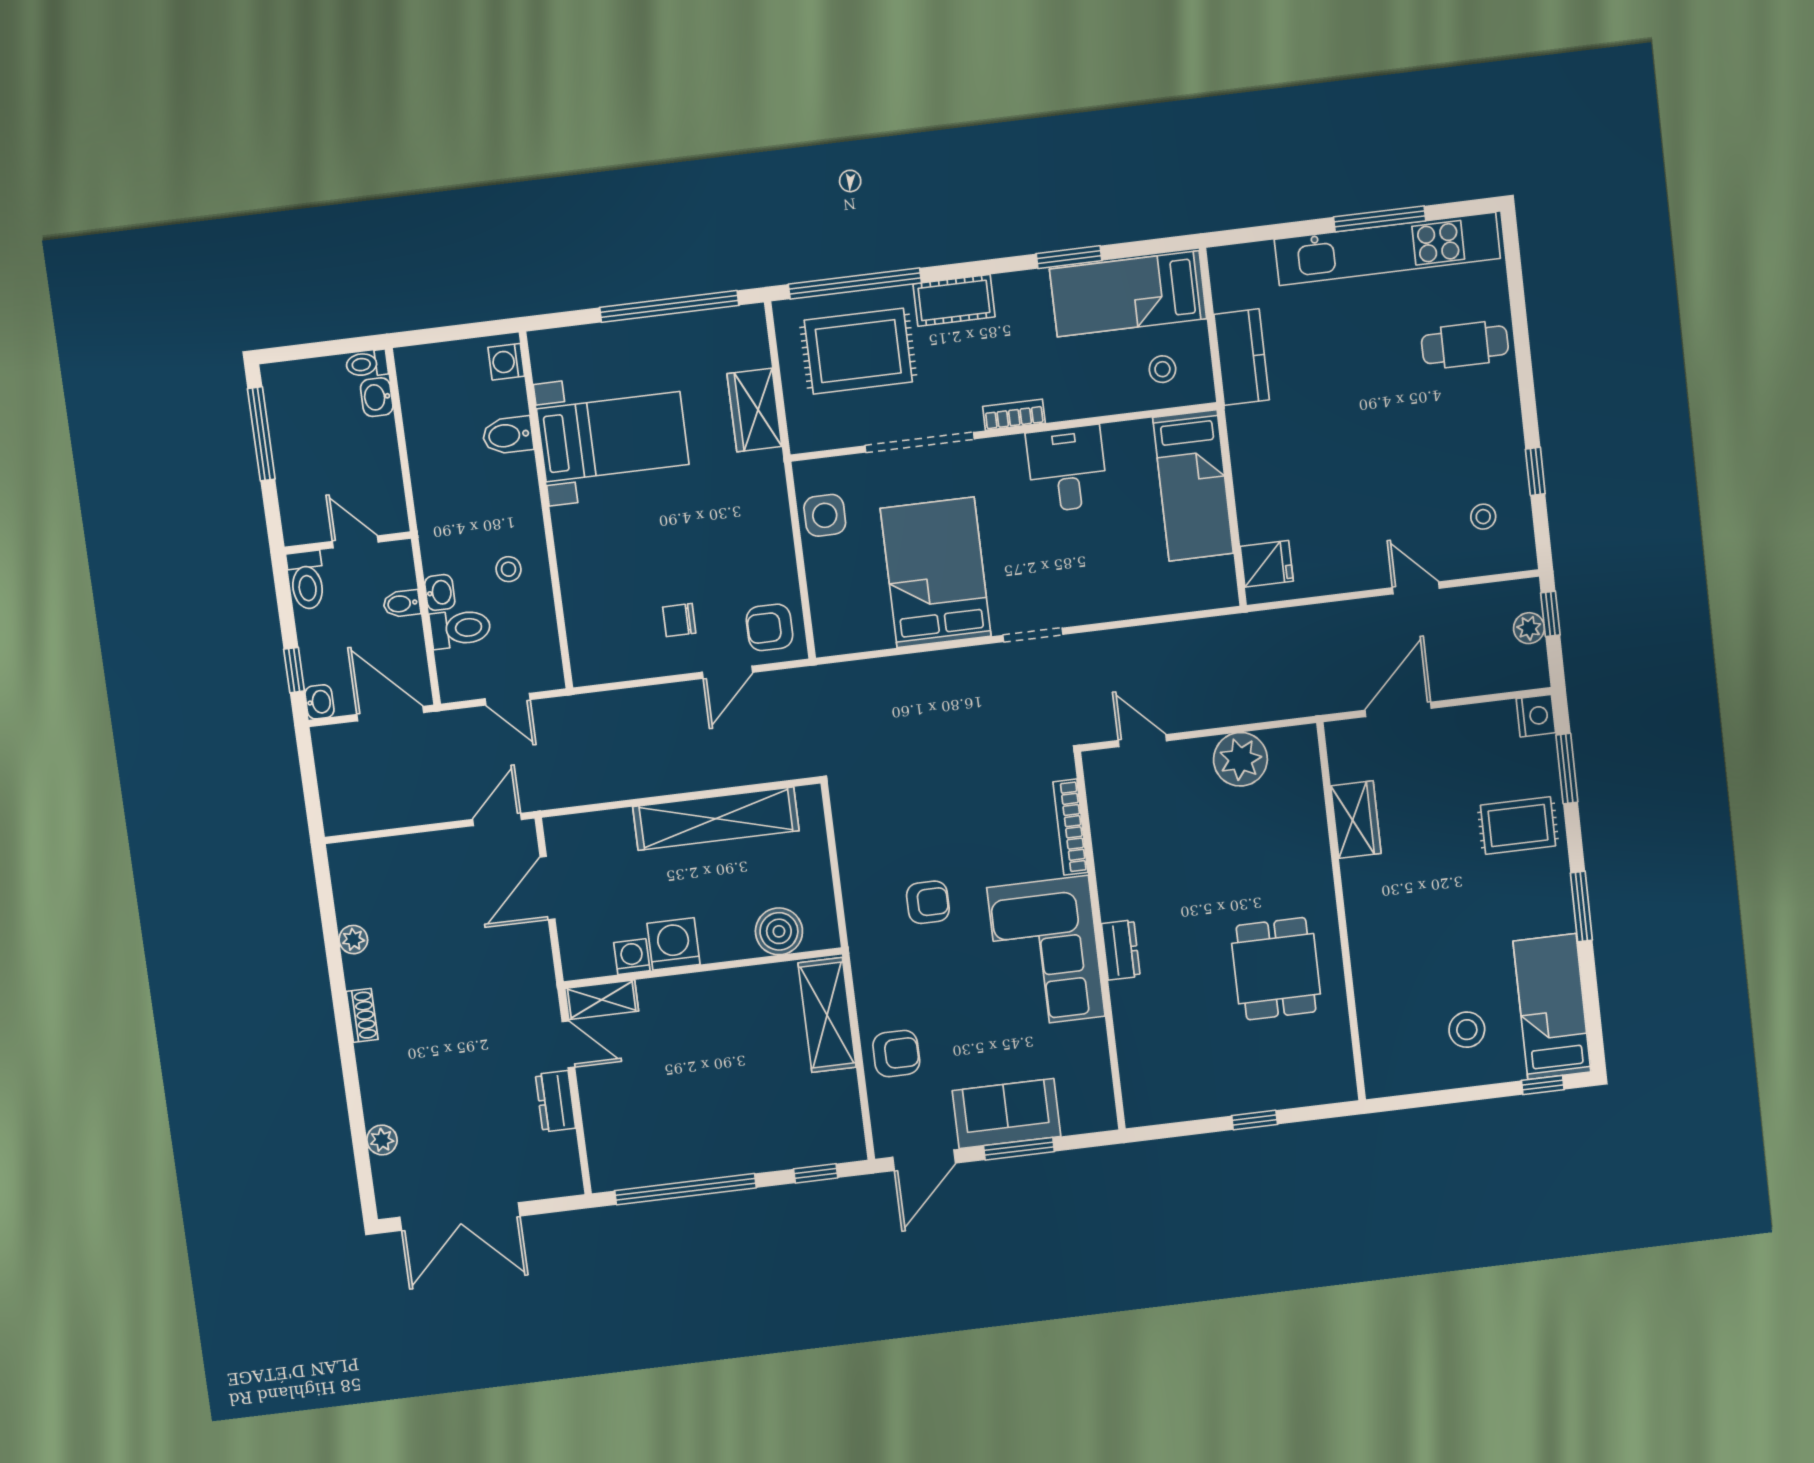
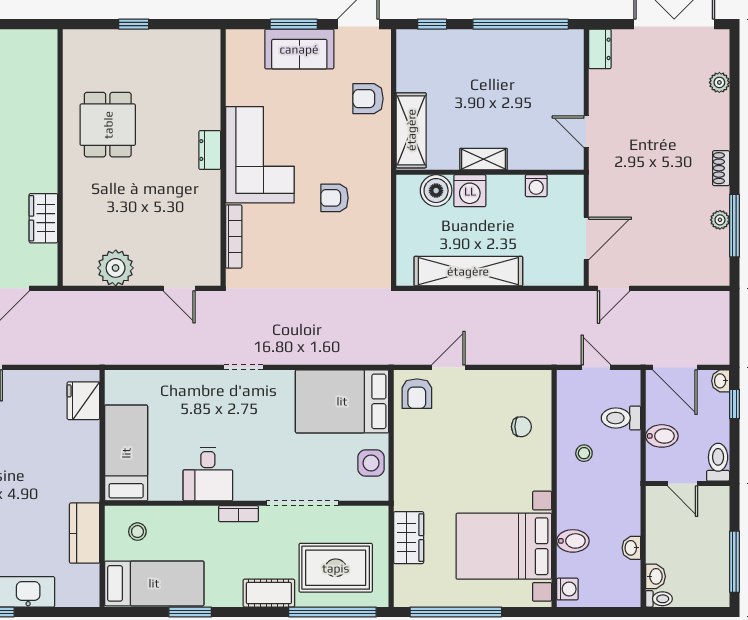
bed with nightstands: (613, 437) -> (504, 546), width x1.36
fridge: (1267, 564) -> (83, 401), width x1.38
bed: (936, 572) -> (342, 401), moved, turned 90
washbasin: (440, 592) -> (631, 548), moved
bidet: (402, 604) -> (662, 436), width x1.38, depth x1.36
chair: (679, 620) -> (521, 427), moved
armchair: (770, 627) -> (417, 394), turned 90
window: (331, 934) -> (734, 226), added
washing machine: (674, 944) -> (470, 191), moved
shelving: (602, 1000) -> (484, 159), moved
dresser: (555, 1101) -> (600, 49), moved

